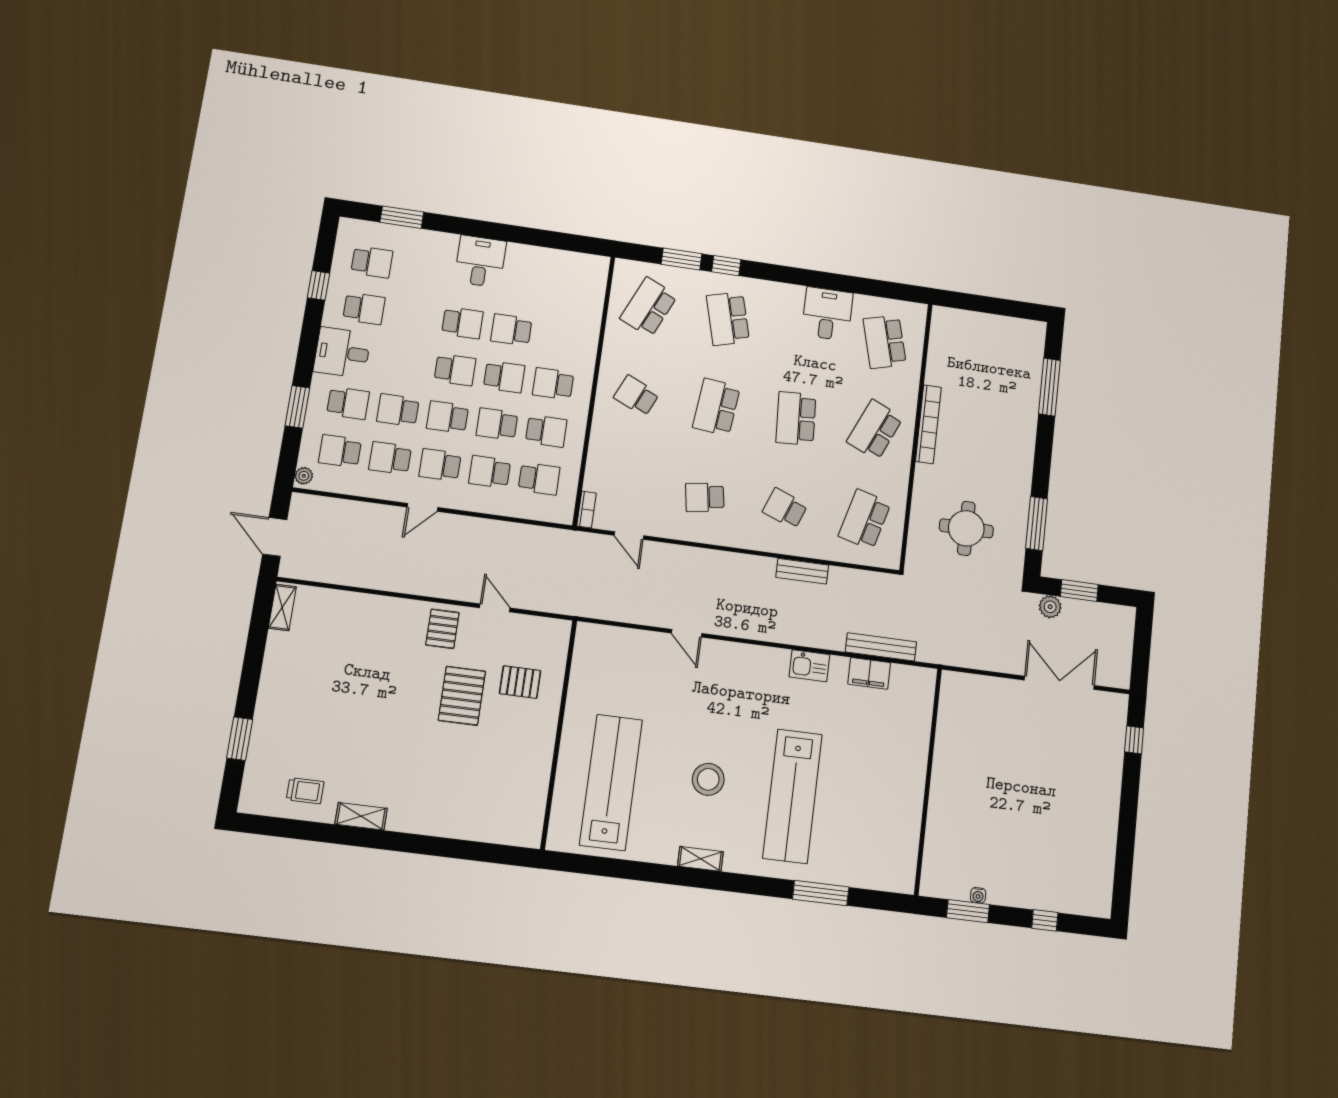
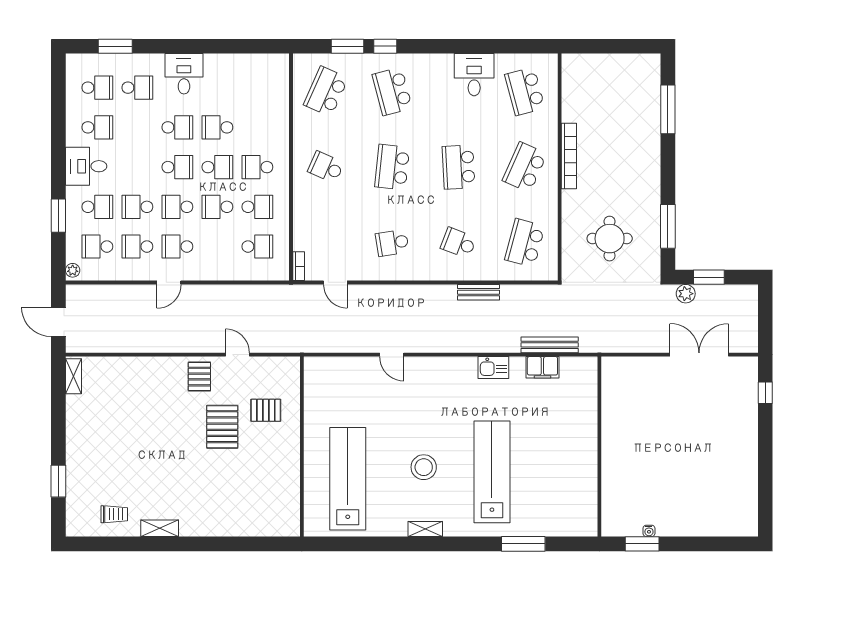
window: (319, 285) -> (58, 114), removed
school desk: (490, 472) -> (137, 88), moved, turned 180
lab bench: (792, 796) -> (492, 472), turned 180
window: (1045, 920) -> (705, 544), removed

